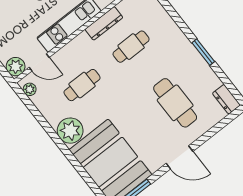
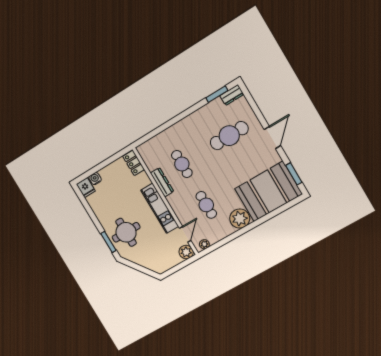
window: (203, 52) -> (217, 94), moved

